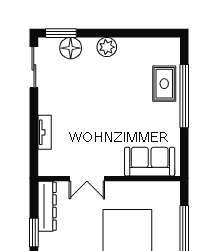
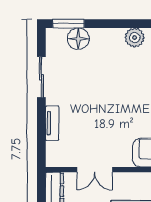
plant: (107, 47) -> (135, 38), moved
sliding door: (34, 67) -> (41, 77), moved

